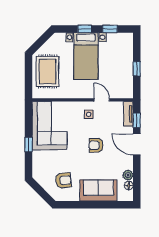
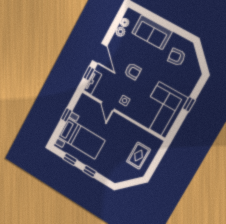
bed with nightstands: (86, 56) -> (82, 139), moved, turned 90
rug: (47, 71) -> (138, 156), width x0.73, depth x0.70

